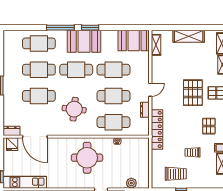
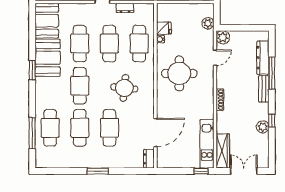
window: (60, 28) -> (32, 133), moved
booth: (84, 41) -> (48, 58), moved
fridge: (12, 144) -> (164, 28), moved

